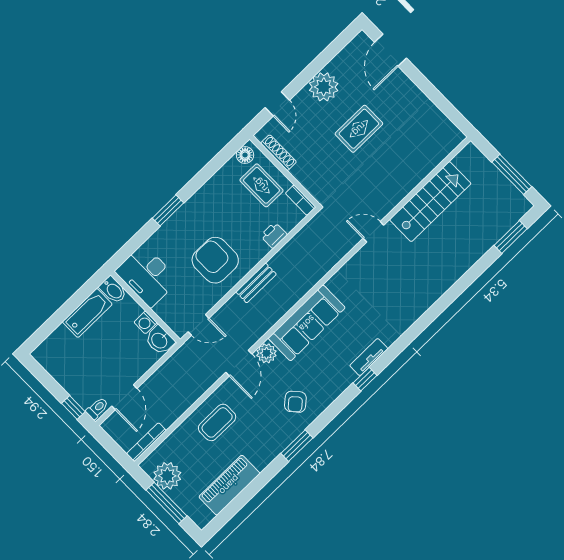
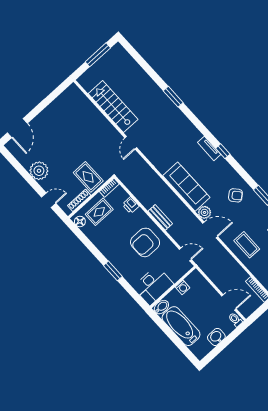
door: (391, 50) -> (17, 128), hinge flipped
rug: (359, 129) -> (88, 177), moved
window: (511, 237) -> (173, 97), moved
bathtub: (87, 313) -> (181, 326), width x1.36, depth x1.36
door: (198, 325) -> (185, 254), hinge flipped
washbasin: (160, 340) -> (216, 337), moved, turned 180
window: (73, 408) -> (234, 334), removed

